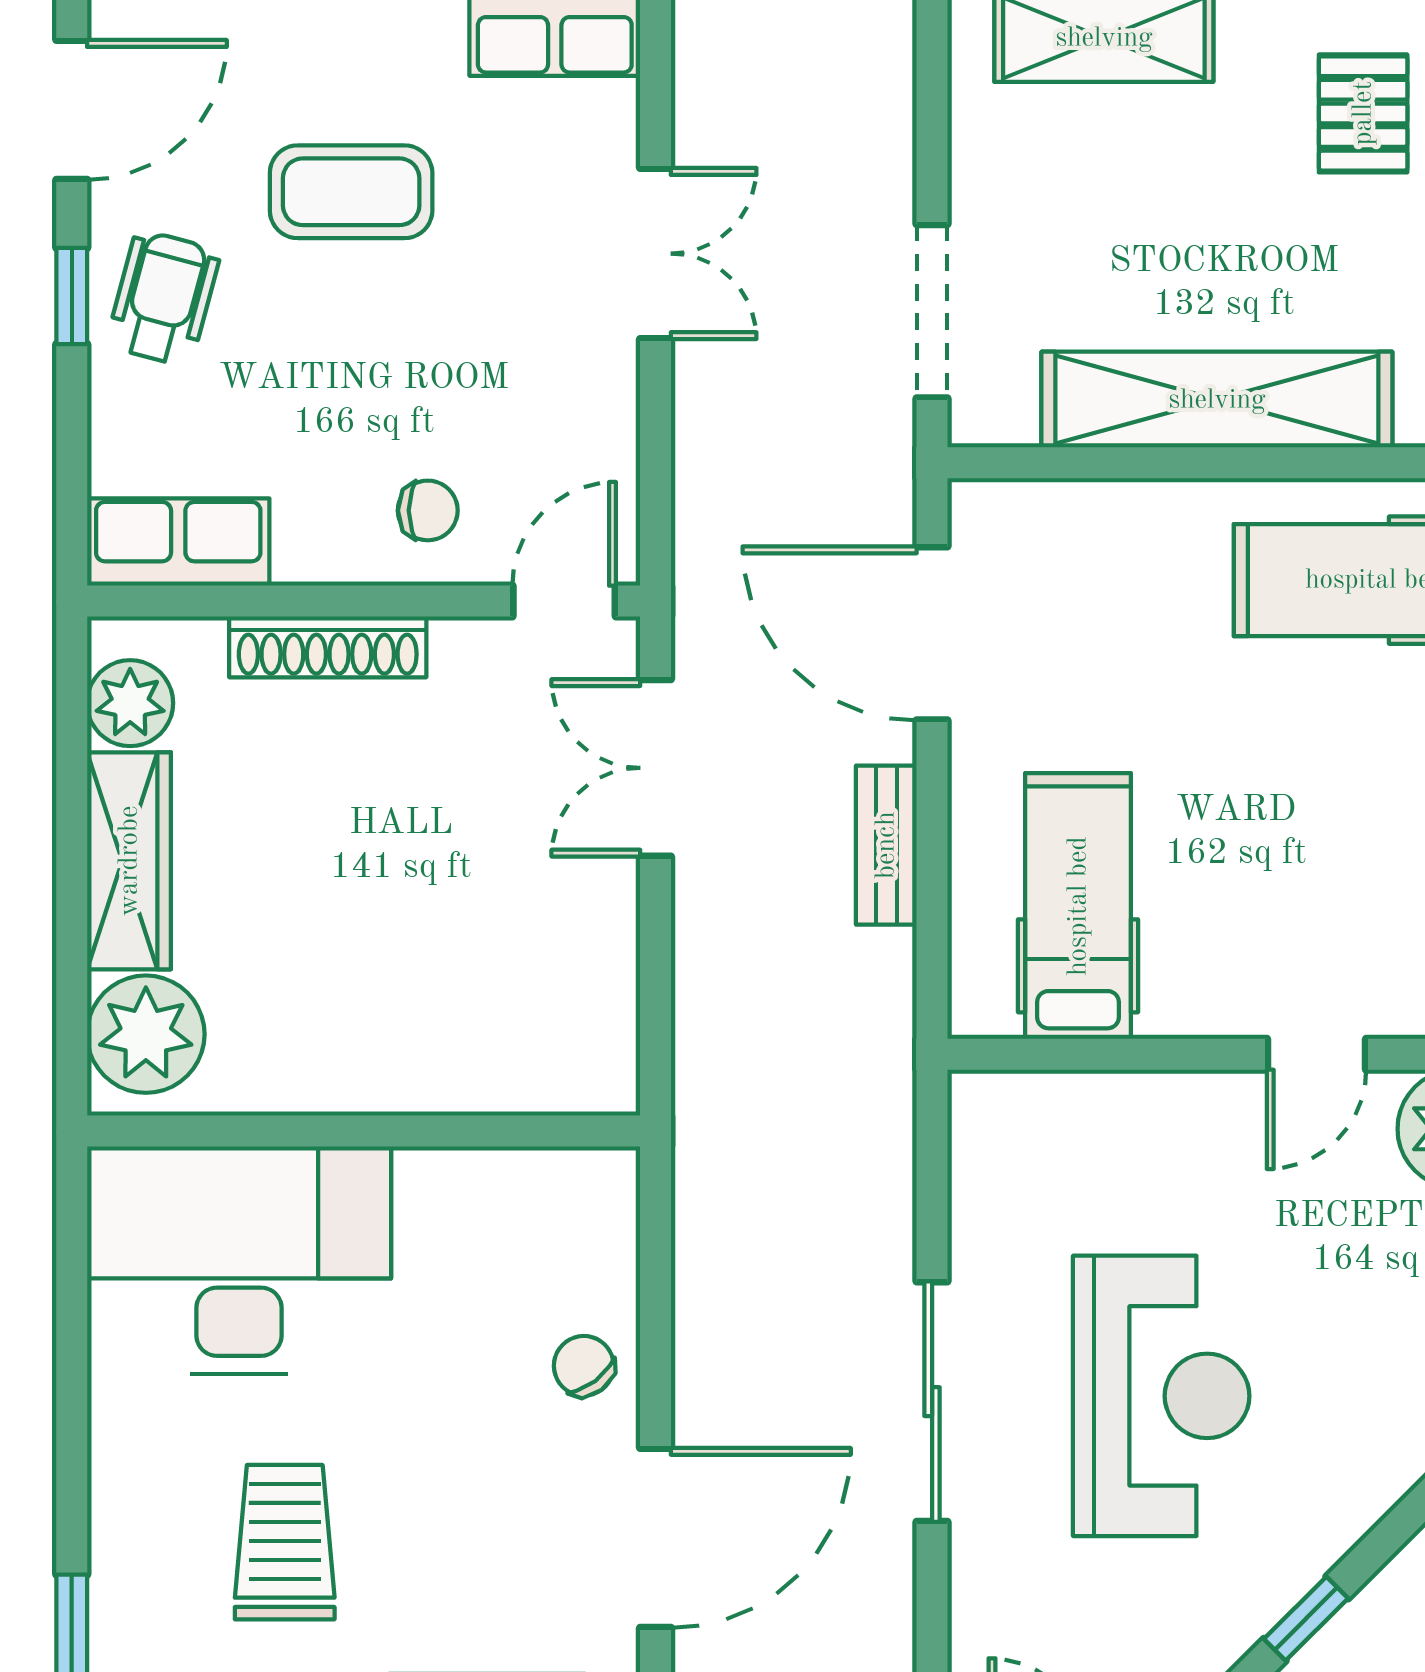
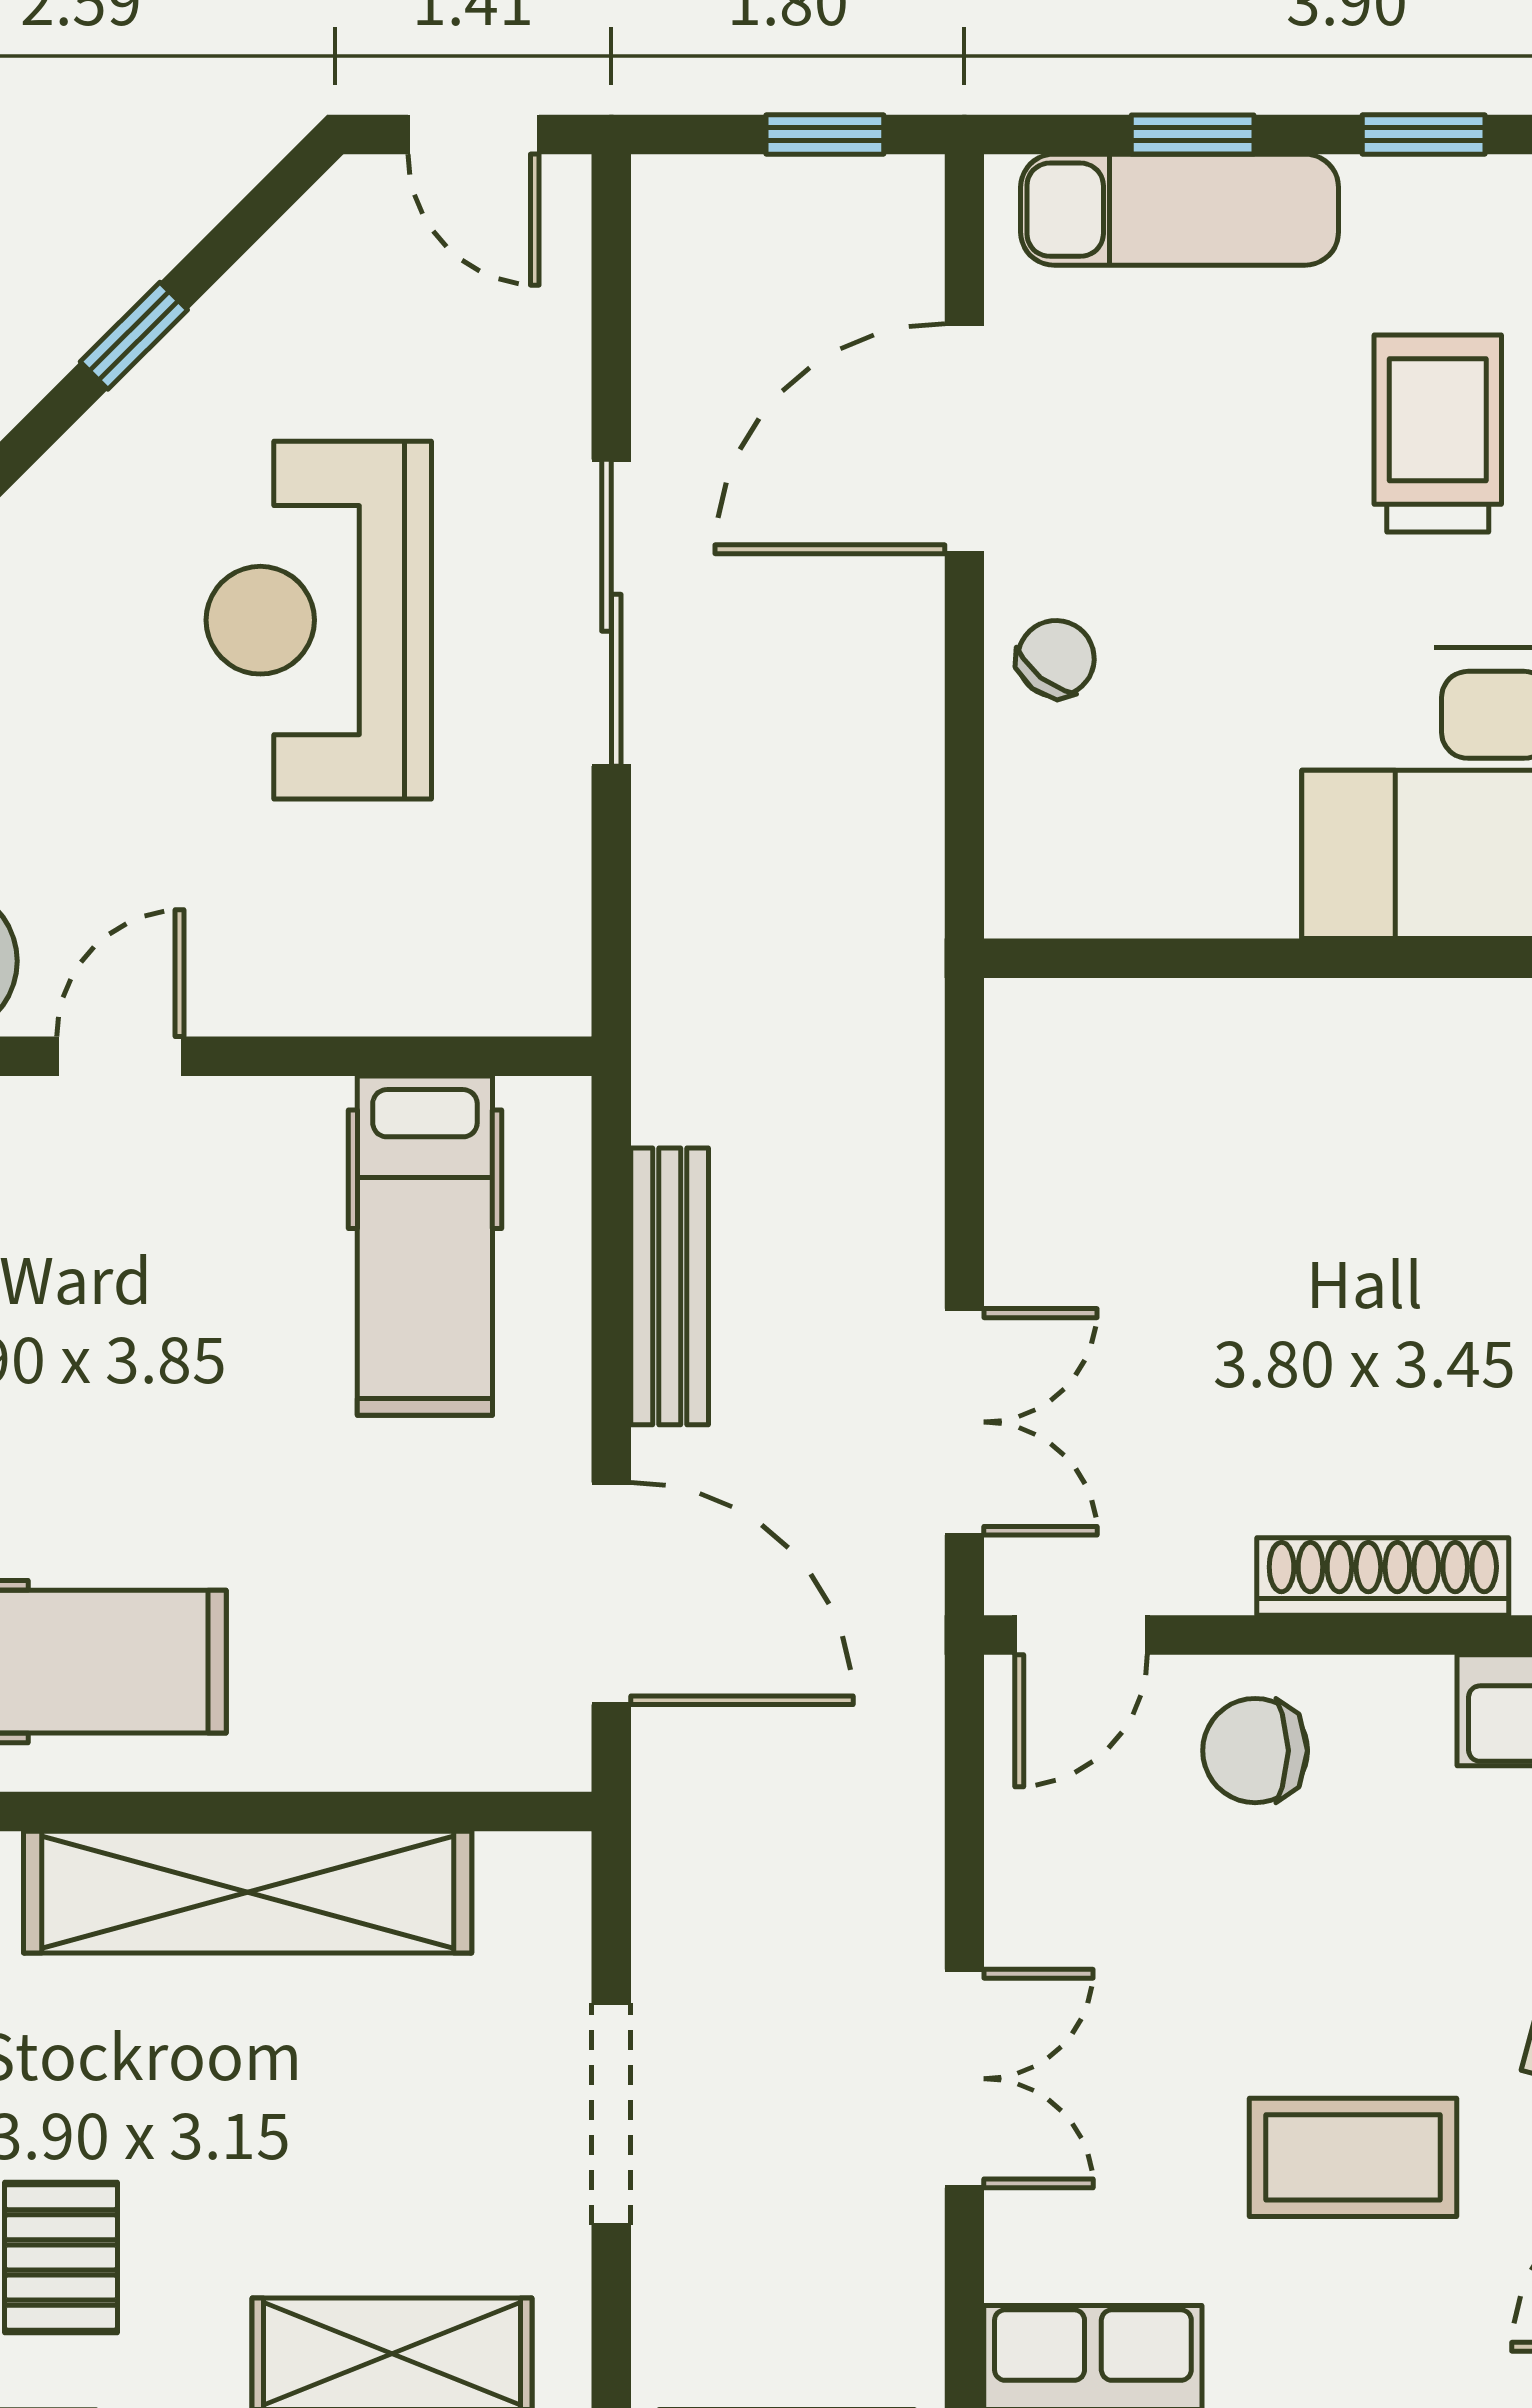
double door: (655, 254) -> (964, 2079), swing flipped
doorway: (932, 311) -> (611, 2114), moved
chair: (428, 510) -> (1255, 1751), width x1.37, depth x1.37
bench: (886, 845) -> (670, 1286), width x1.36
chair: (584, 1366) -> (1056, 659), turned -105
trolley: (285, 1542) -> (1438, 433), turned 180

